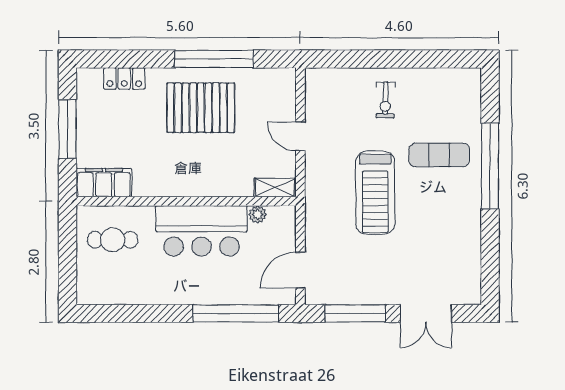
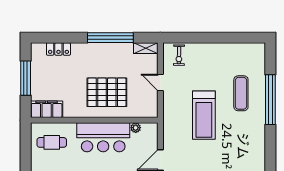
exercise bike: (385, 100) -> (179, 55), moved
pallet: (201, 108) -> (107, 92), moved
exercise mat: (439, 155) -> (241, 93), turned 90
shelving: (275, 188) -> (146, 48), moved

